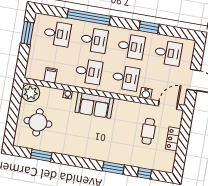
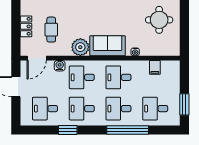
plant: (31, 93) -> (80, 47), moved

